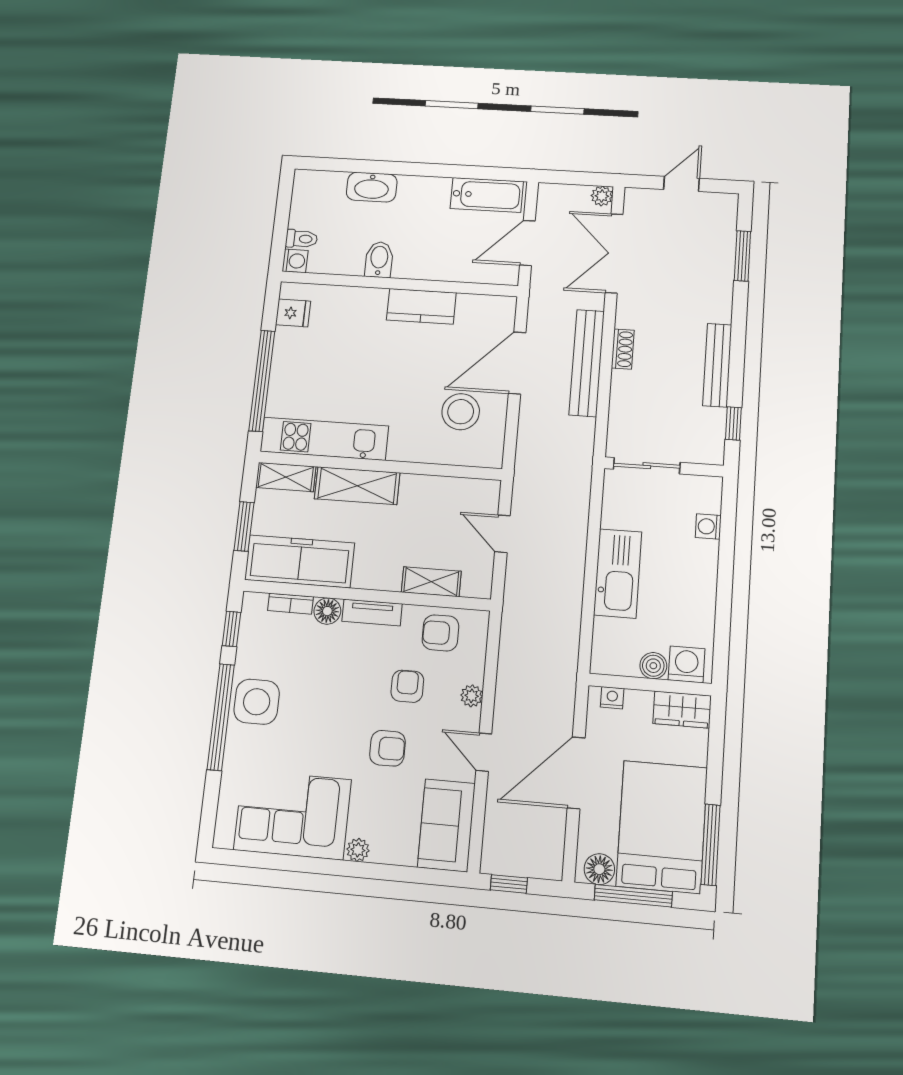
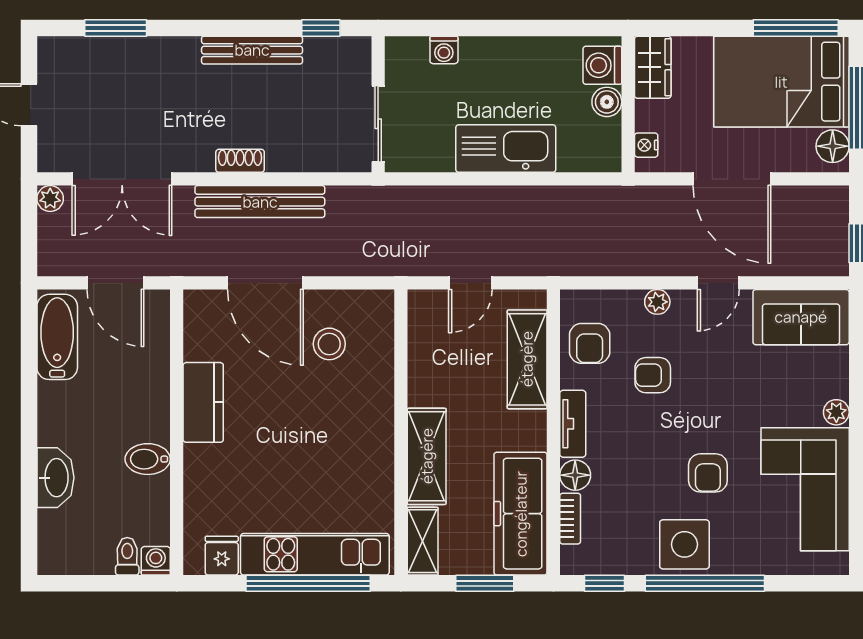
stool: (461, 412) -> (329, 344), width x0.73, depth x0.73
kitchen unit: (324, 439) -> (315, 554), moved, turned 90
shelving: (431, 582) -> (527, 359), width x1.50, depth x1.33
armchair: (387, 748) -> (708, 473), moved, turned 180

